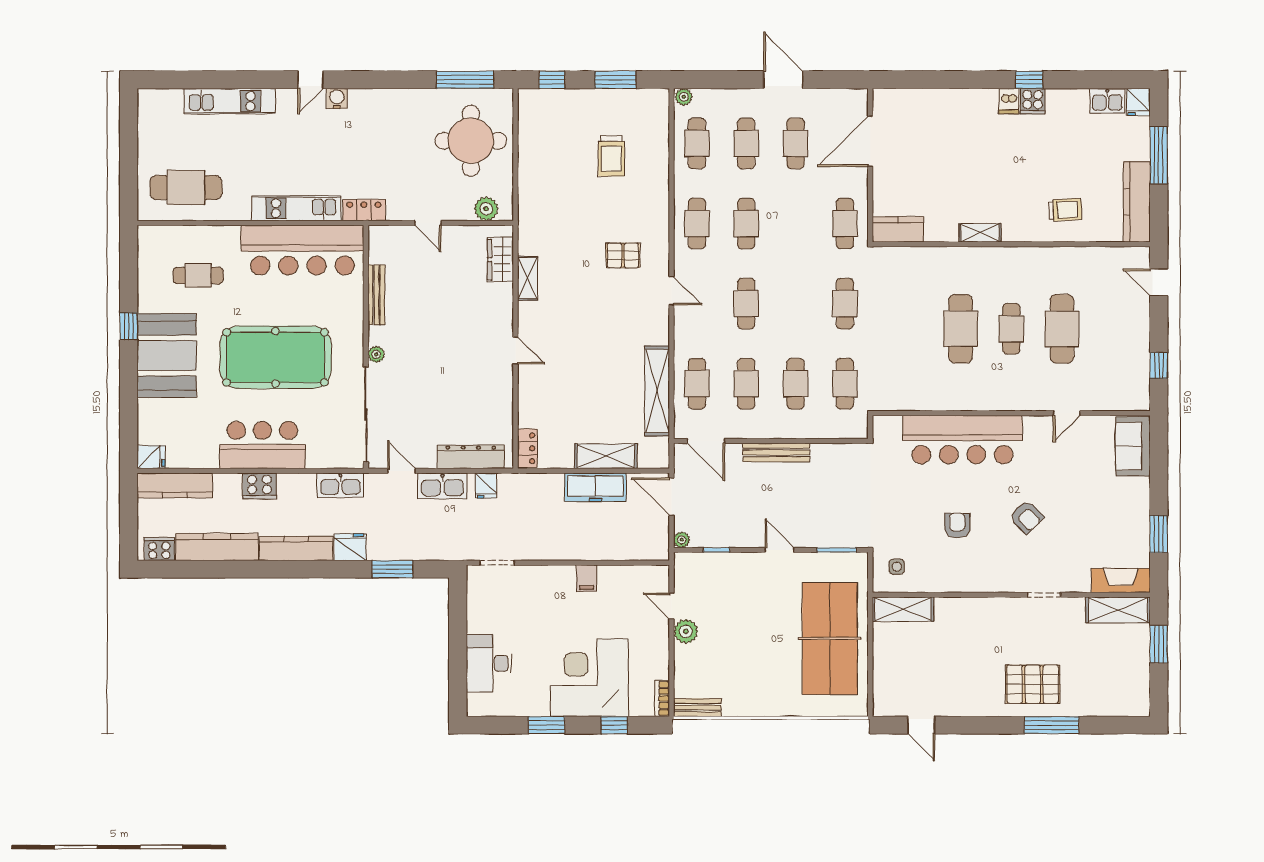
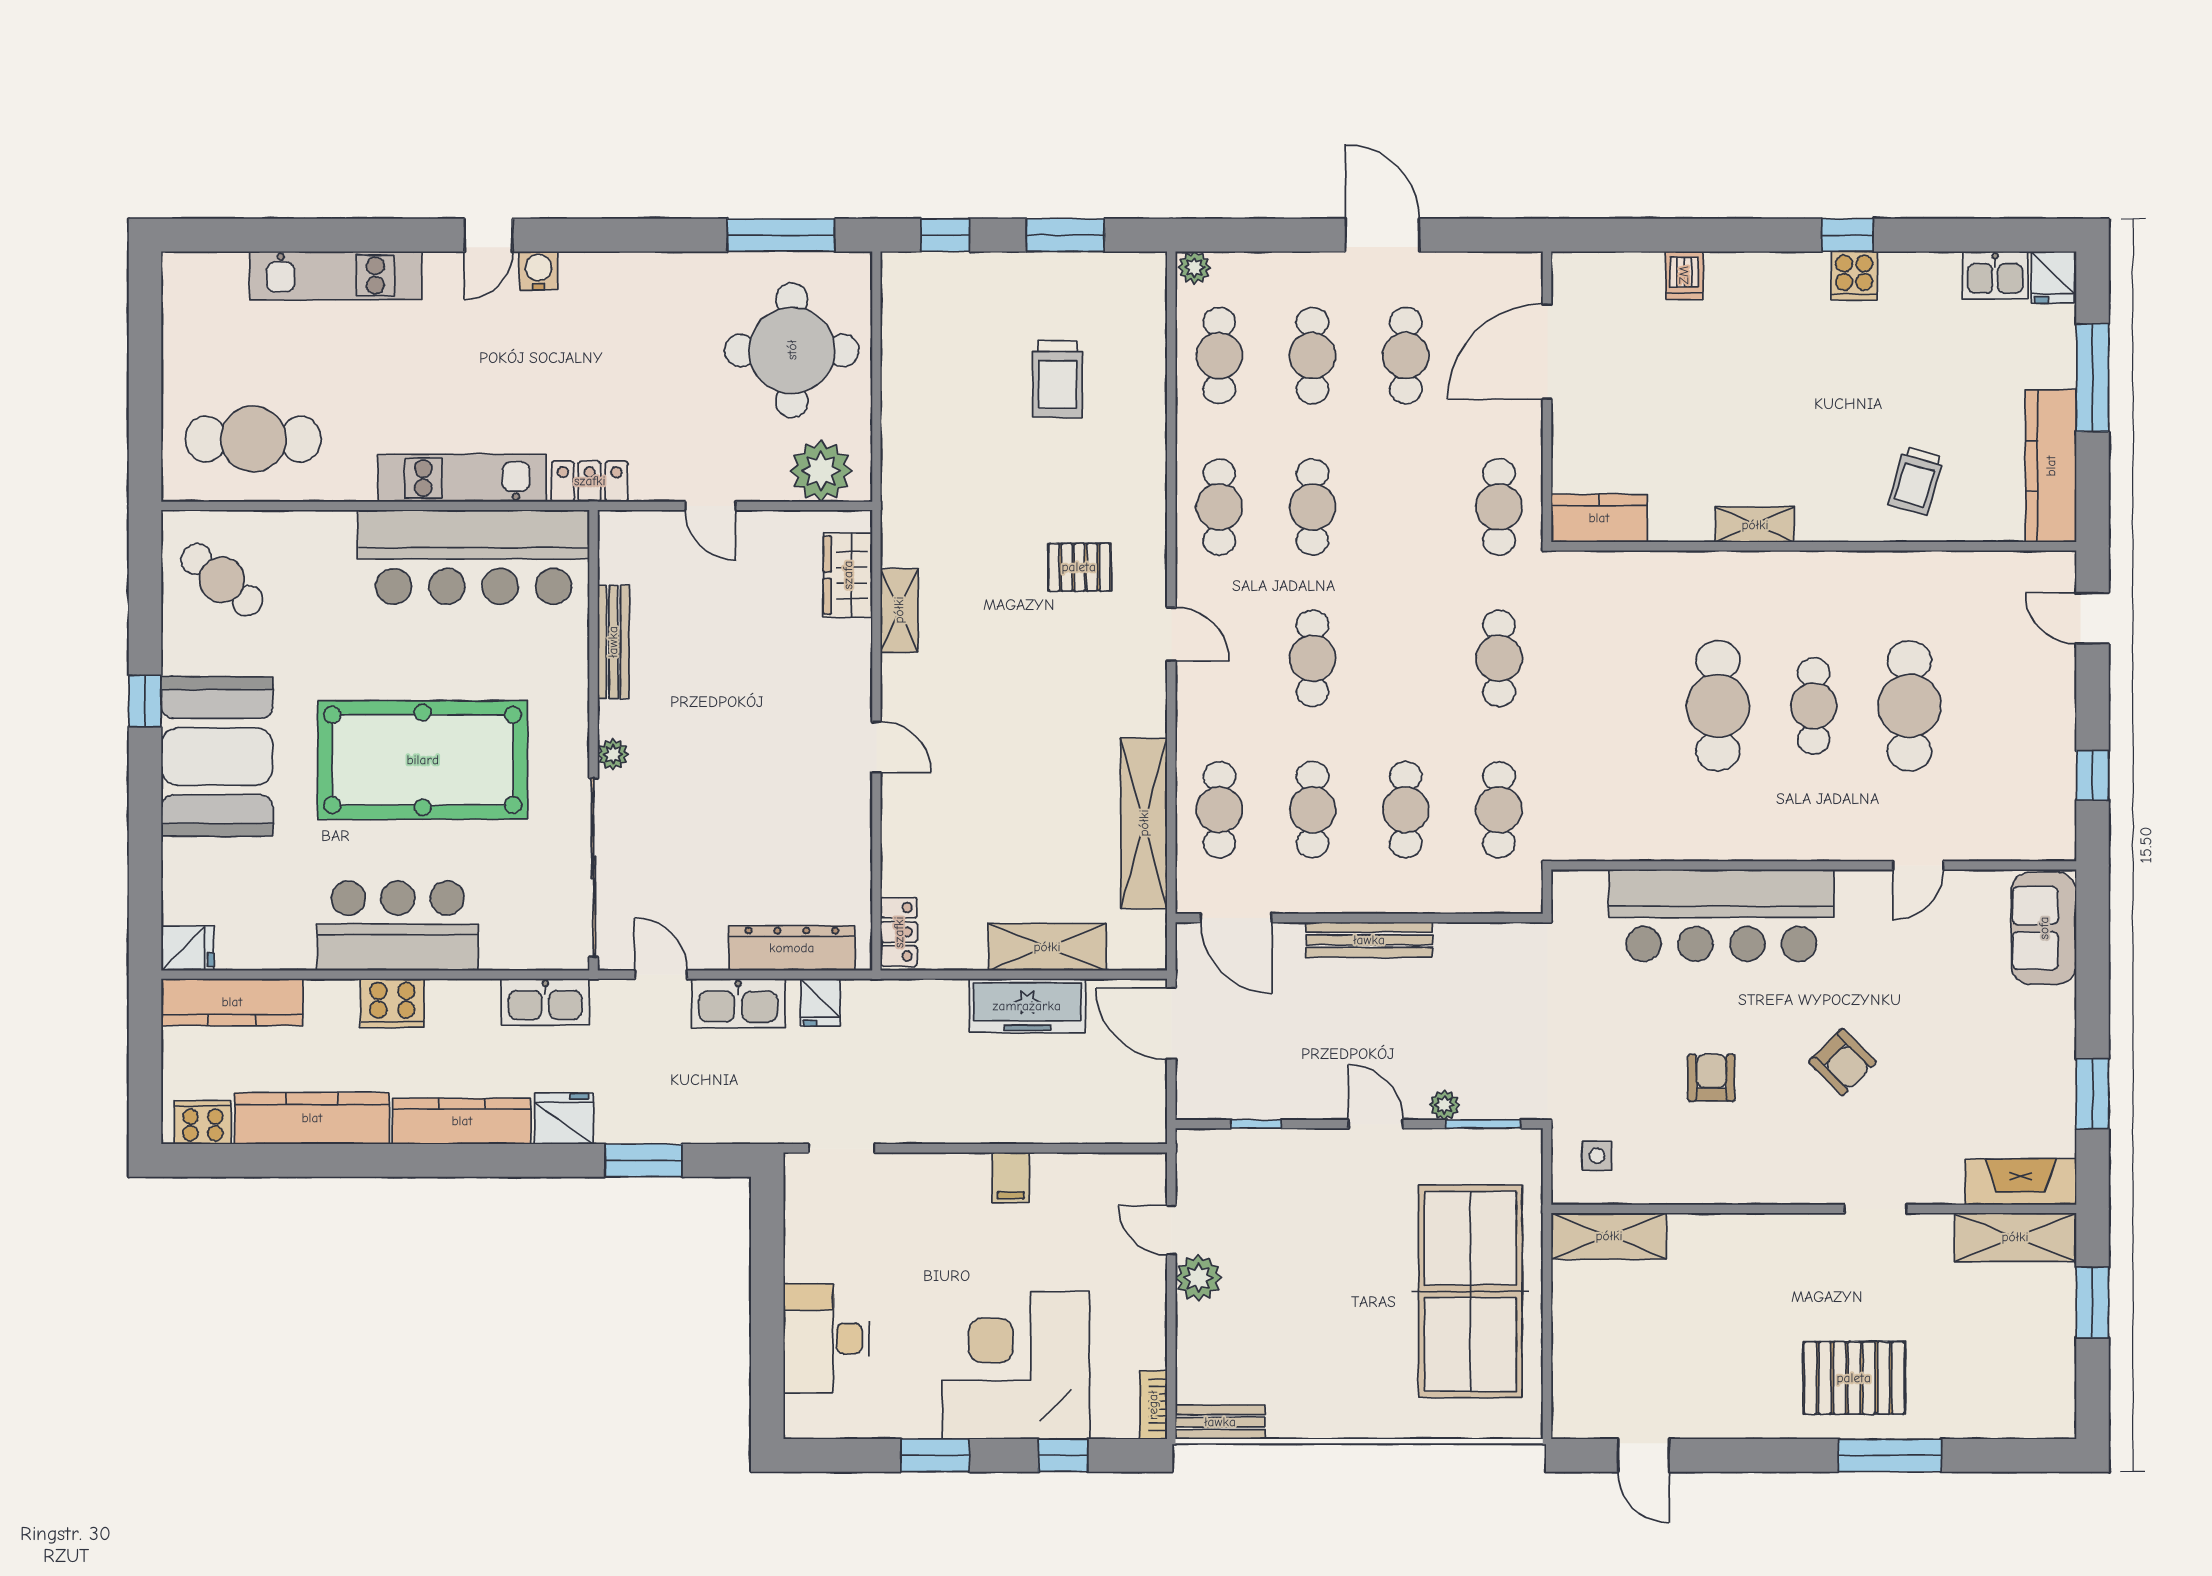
dishwasher: (1009, 101) -> (1684, 275), moved
plant: (486, 209) -> (821, 471), width x1.36, depth x1.36
trolley: (1065, 210) -> (1916, 481), turned 109
cafe table: (198, 275) -> (222, 580), moved, turned 39
plant: (682, 540) -> (1444, 1105), moved

